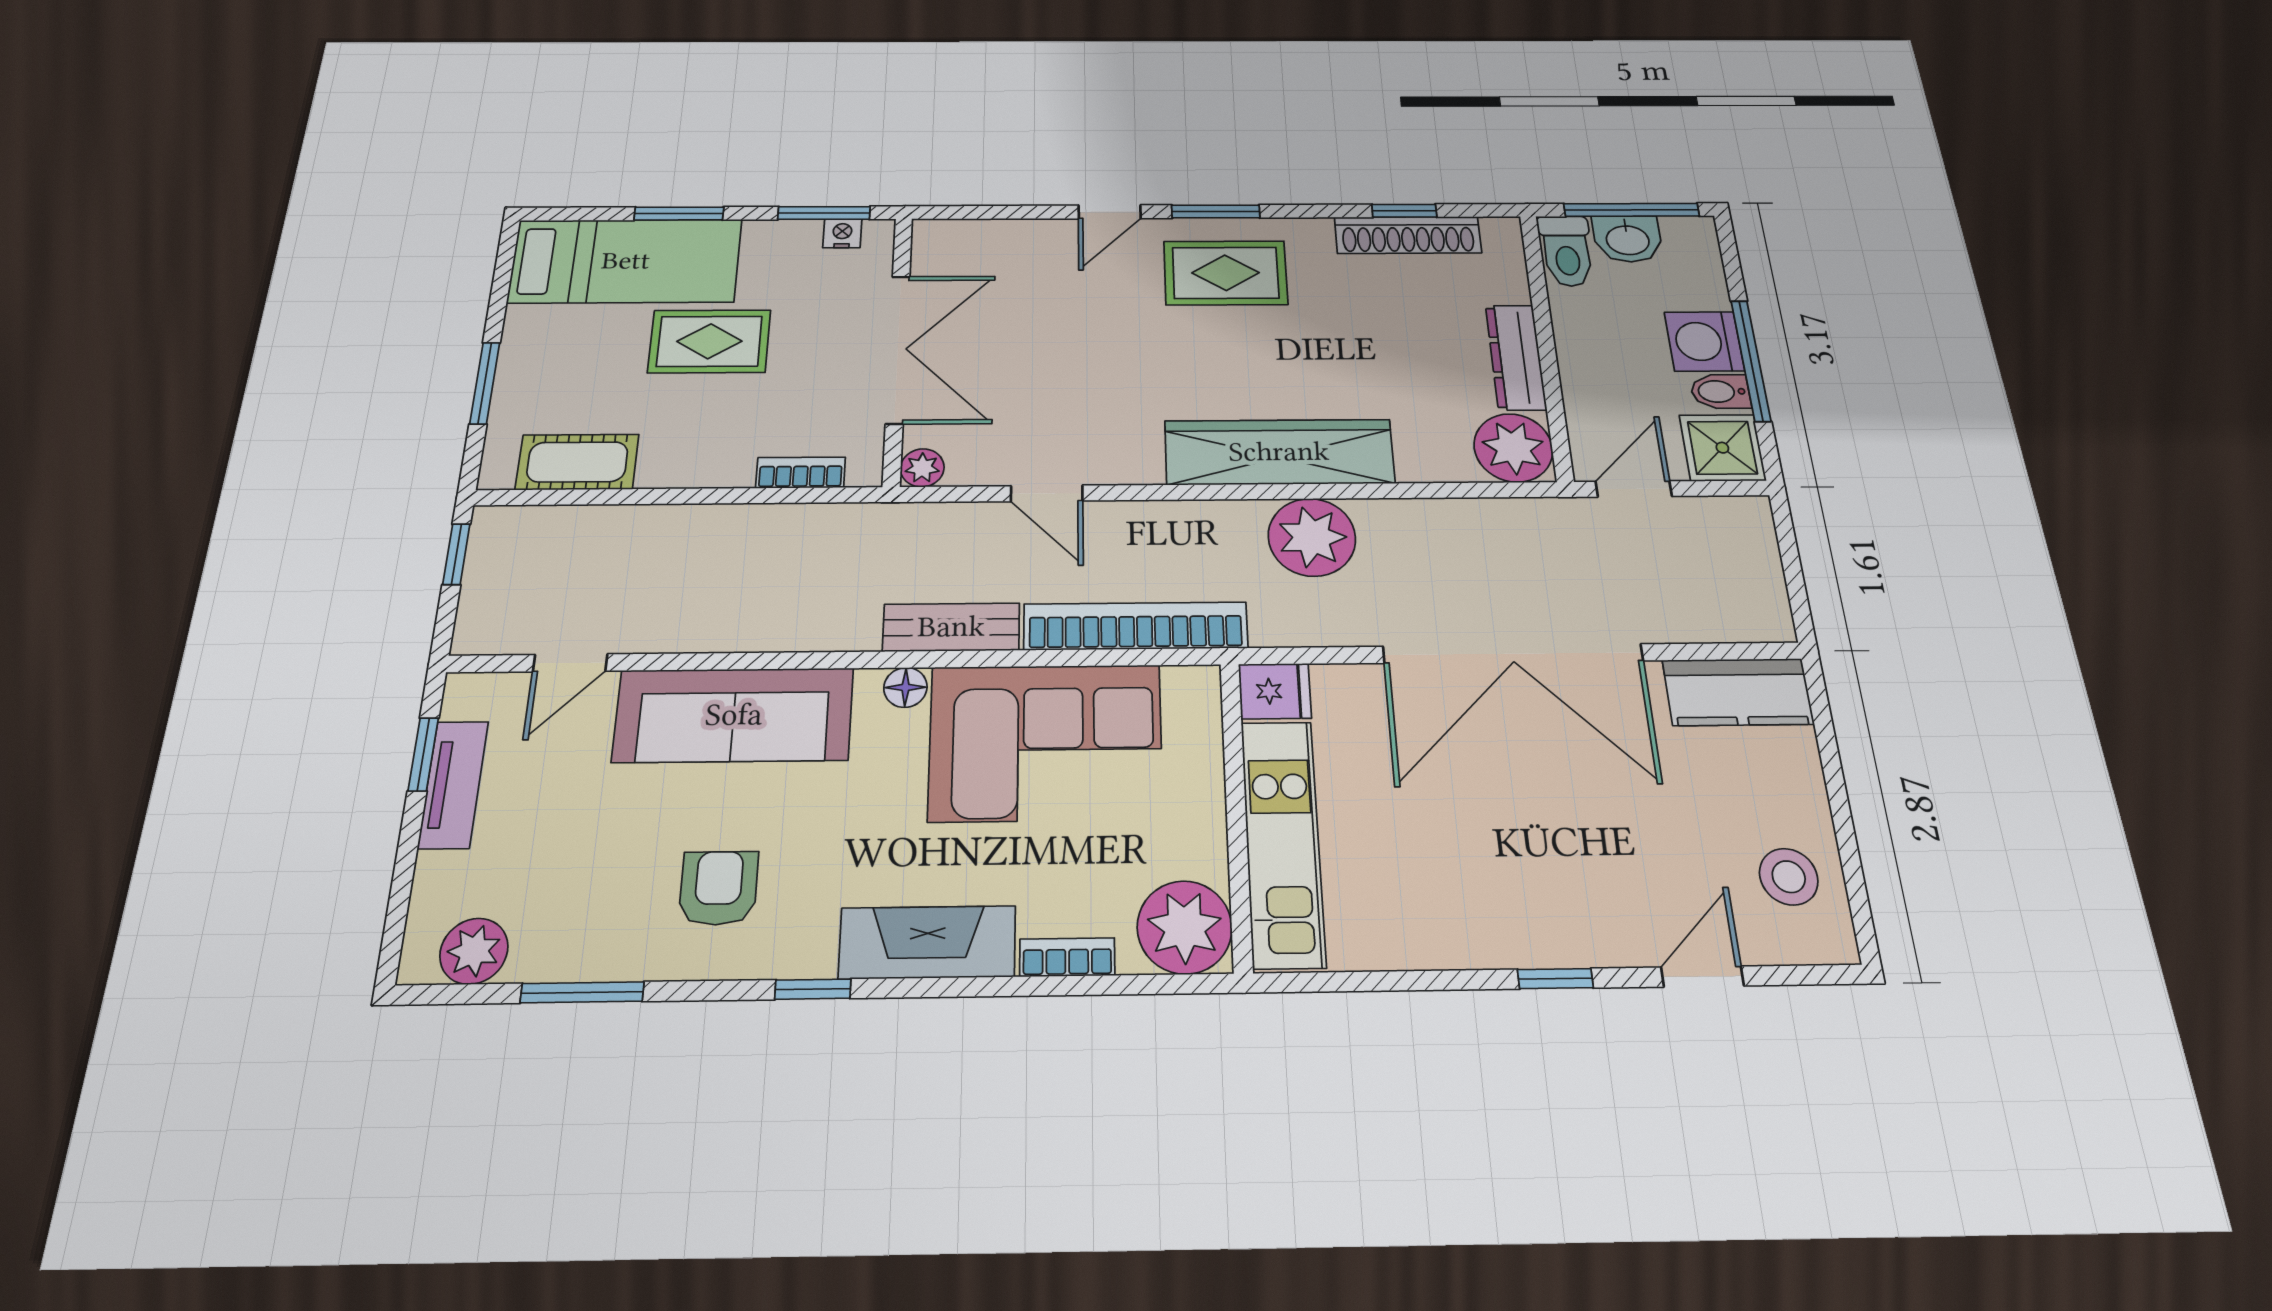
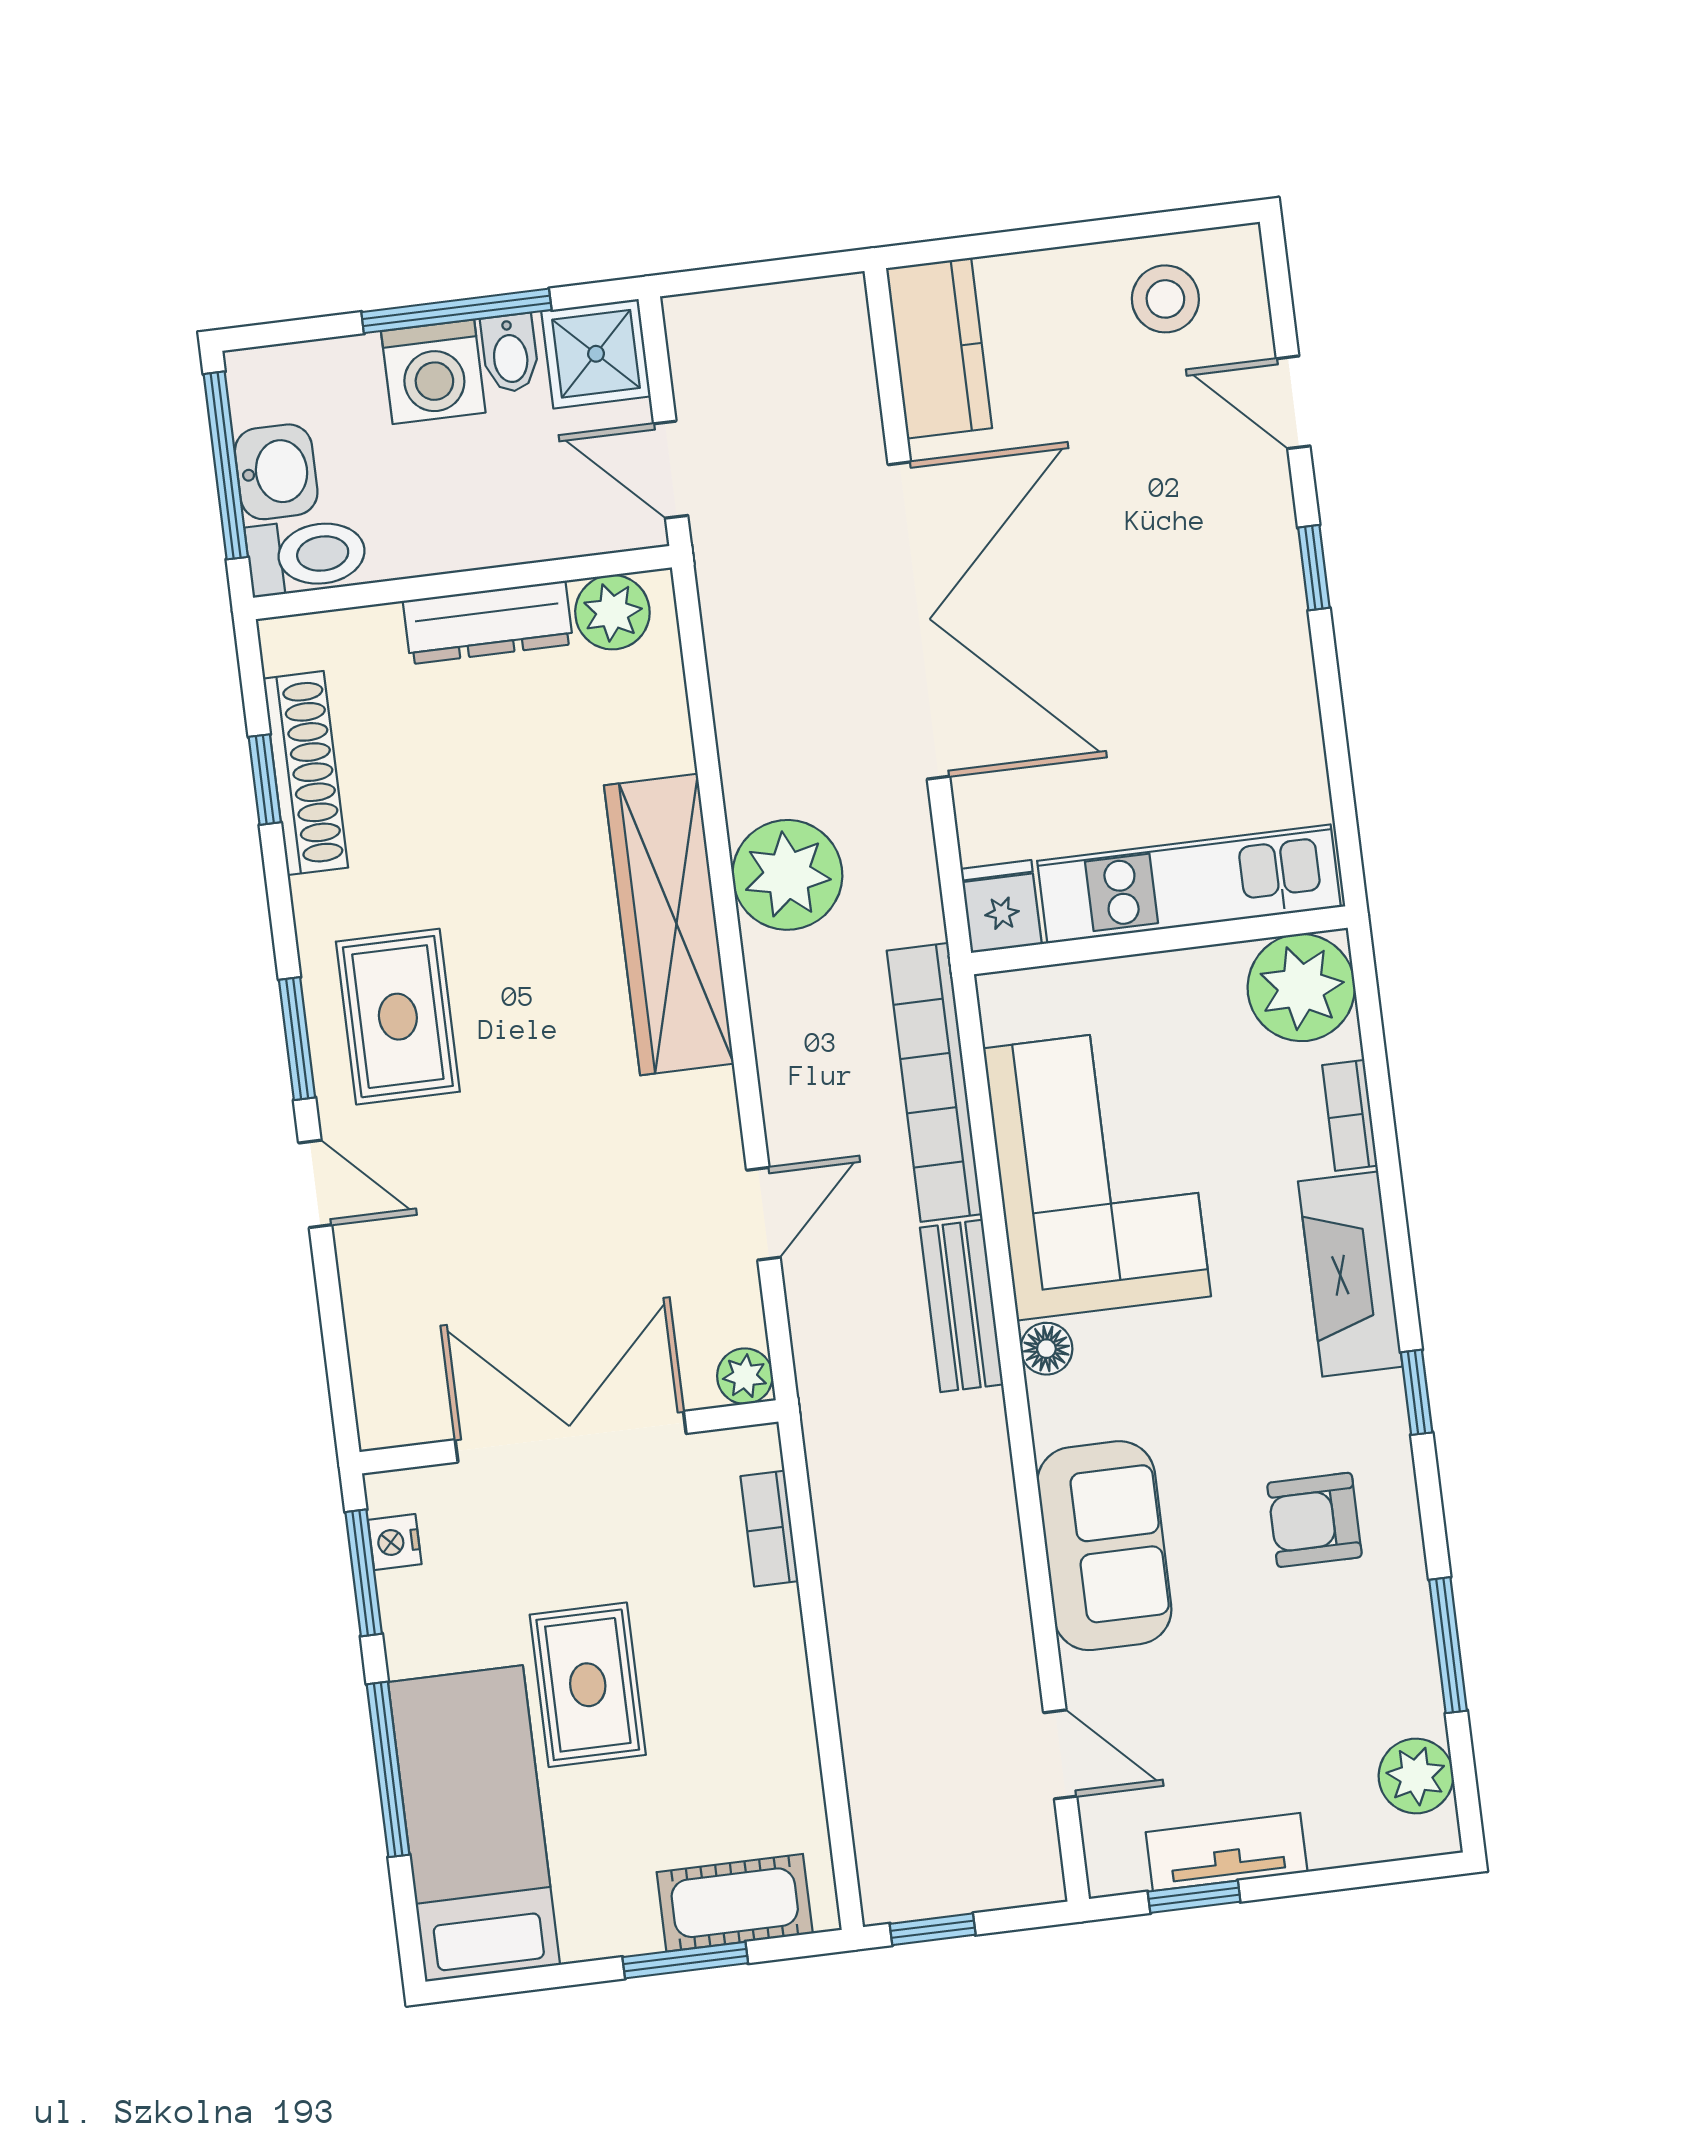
window: (679, 214) -> (388, 1769), width x1.44
plant: (1513, 448) -> (612, 612), width x0.73, depth x0.73
cot: (577, 462) -> (735, 1903), moved, turned 90
sofa: (734, 715) -> (1104, 1546), width x0.73

